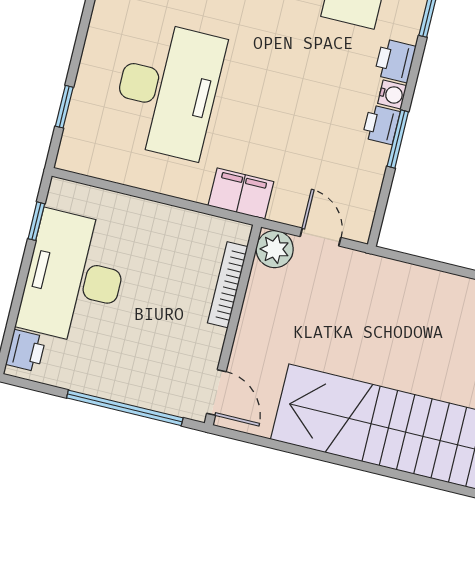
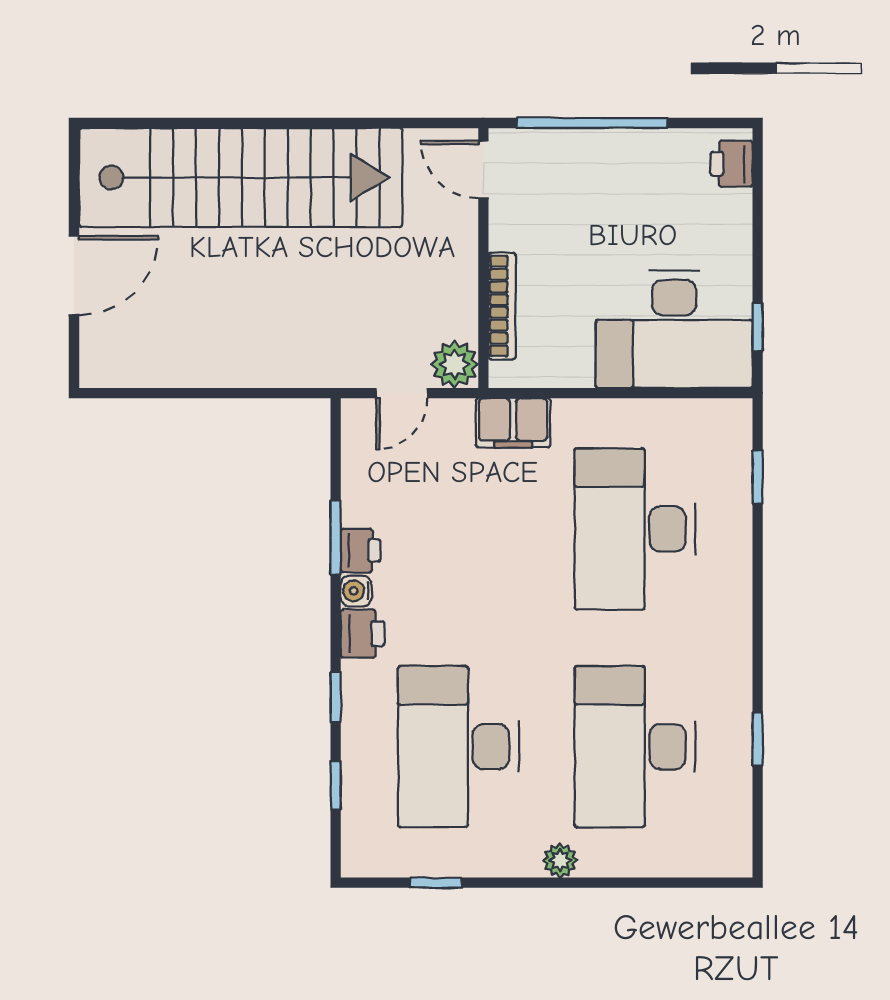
door: (320, 237) -> (402, 393), hinge flipped
desk: (74, 278) -> (674, 329), moved, turned 90

